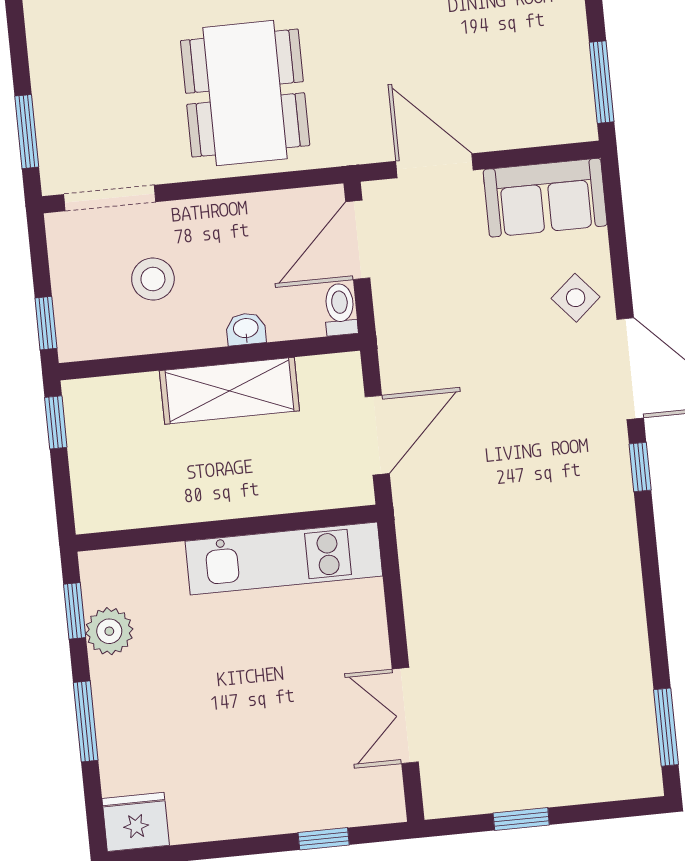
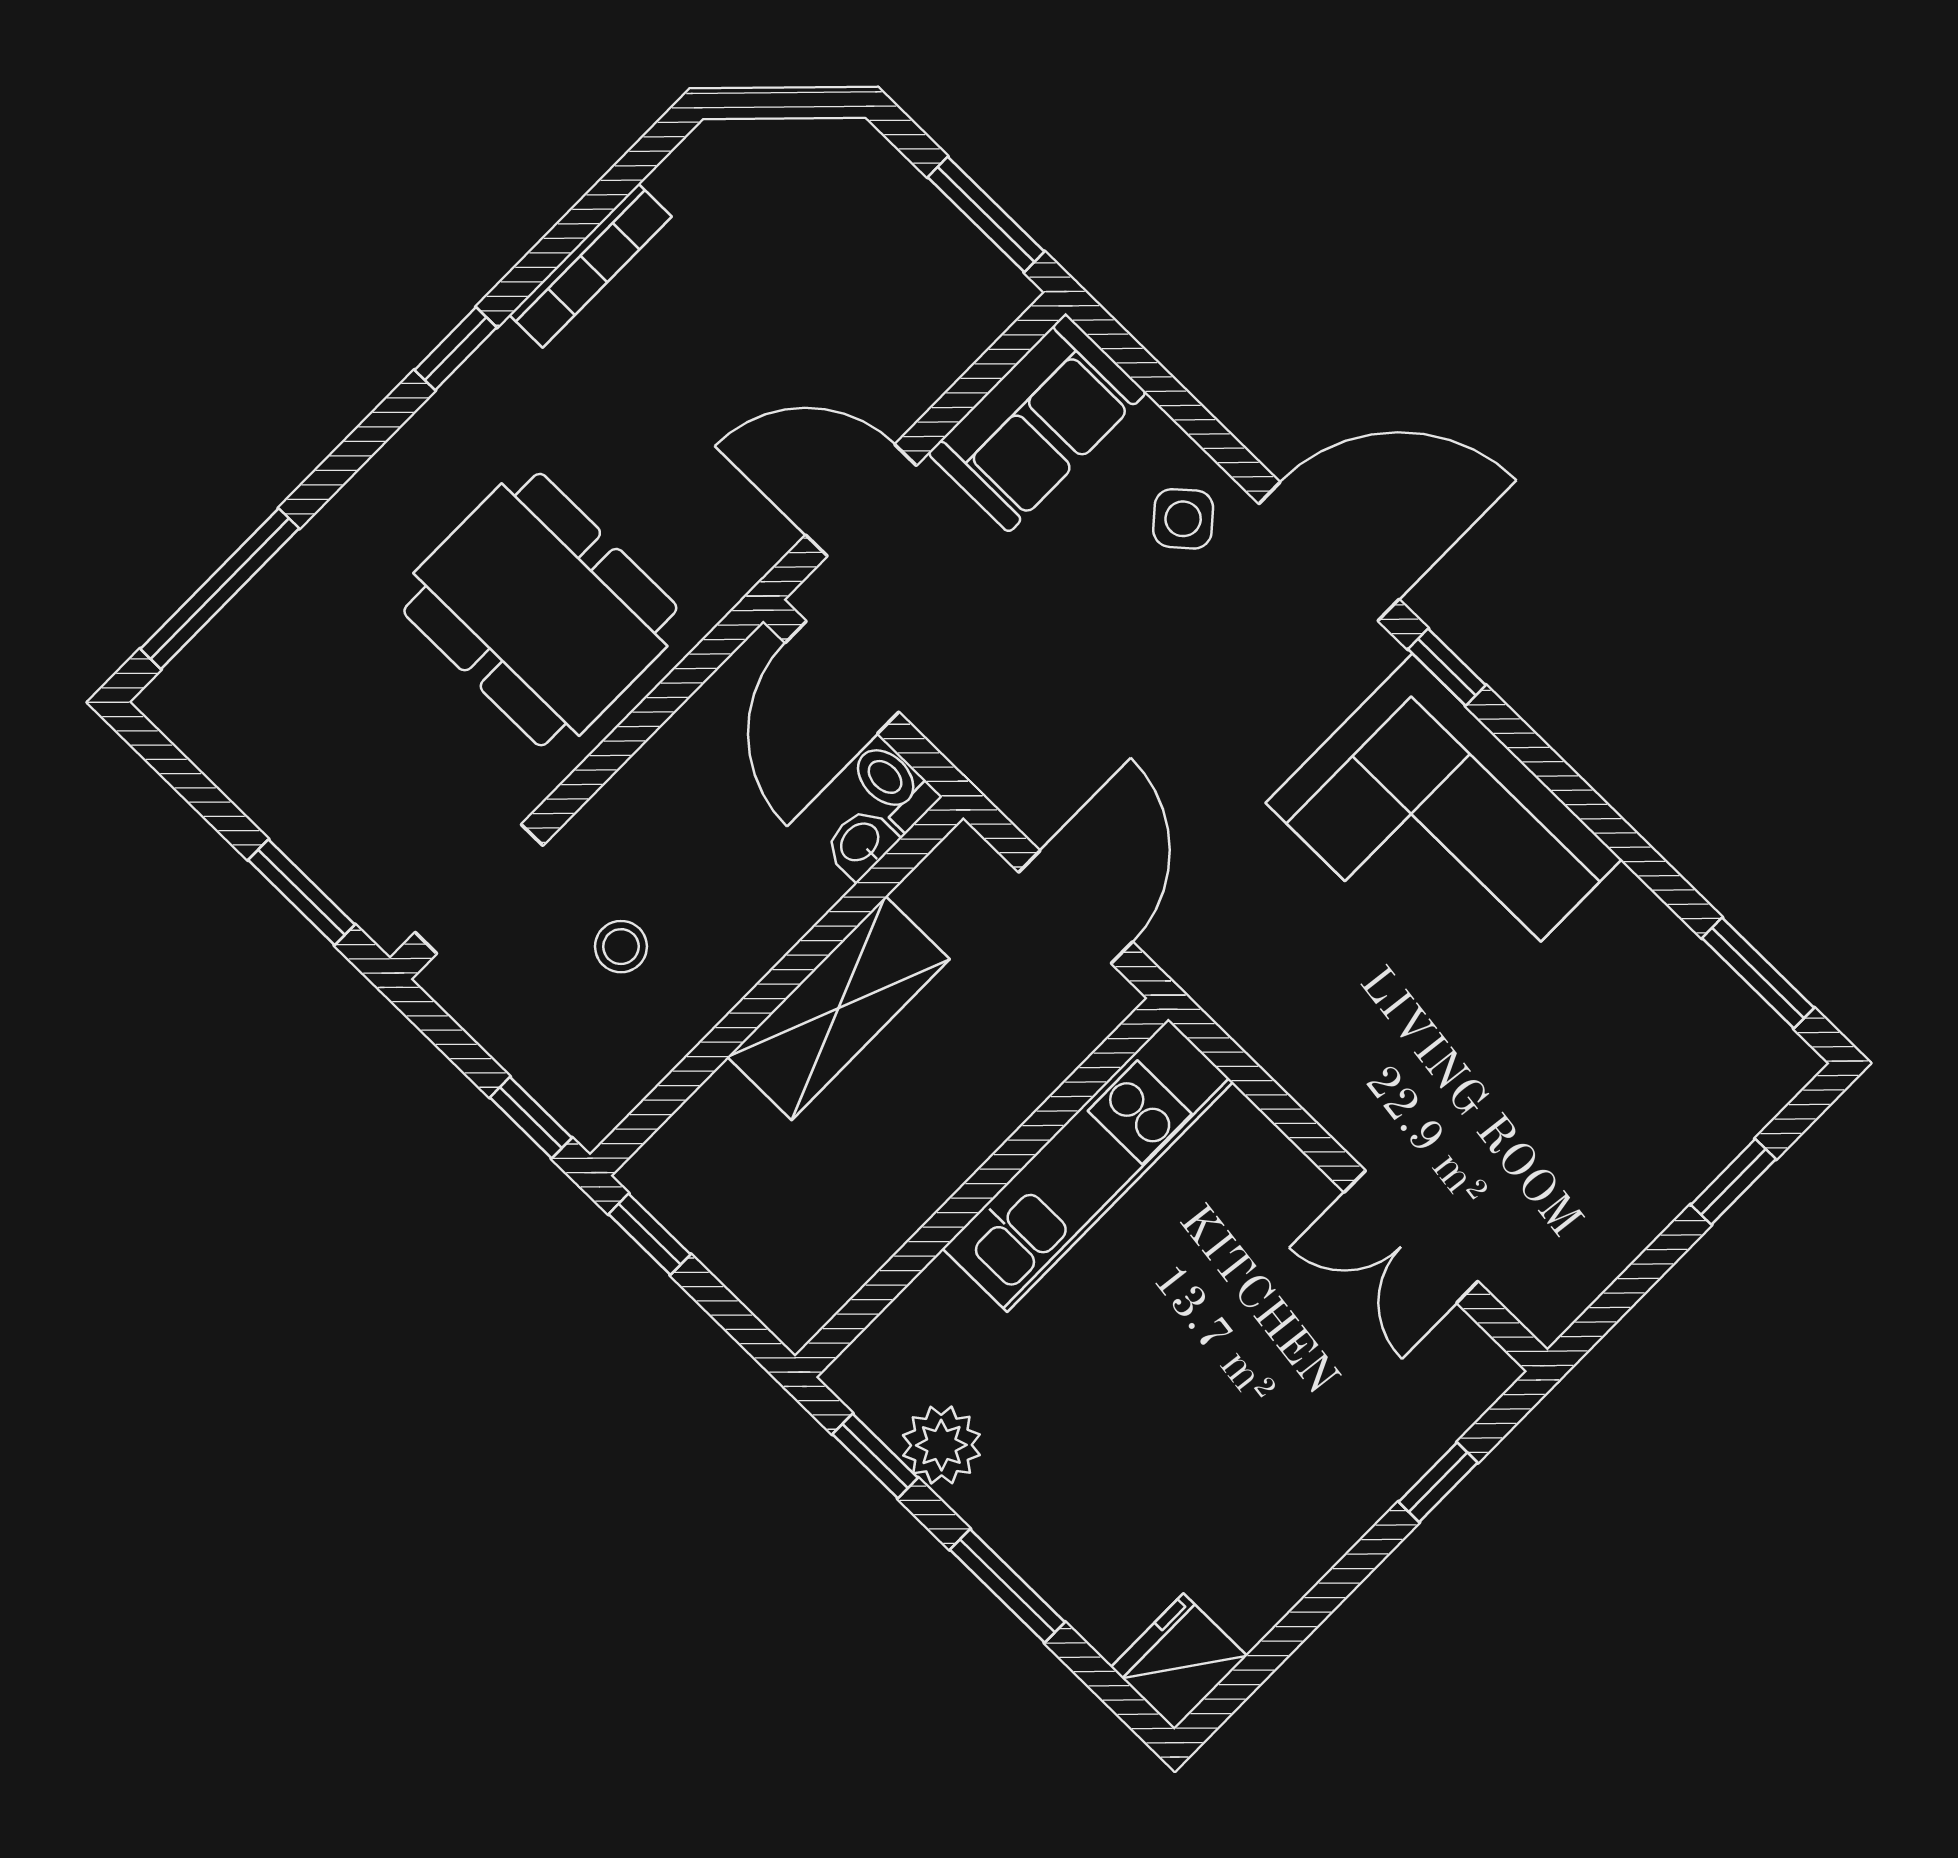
stool: (153, 279) -> (621, 947), width x0.73, depth x0.73
washbasin: (246, 329) -> (861, 843), moved
corner sofa: (576, 541) -> (1444, 831), added
window: (521, 819) -> (1733, 1182), moved

